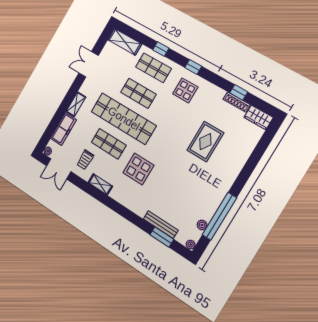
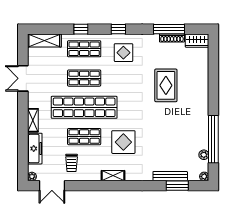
window: (239, 92) -> (169, 29), width x2.17
shelving: (100, 184) -> (113, 176), moved

